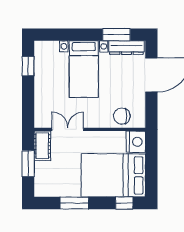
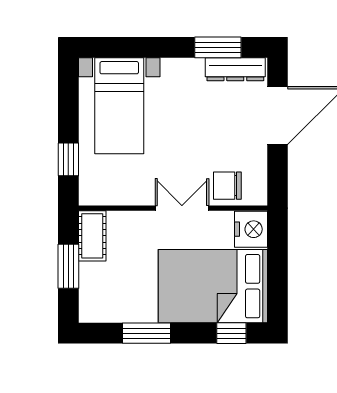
window: (28, 66) -> (68, 159), moved
bed with nightstands: (84, 69) -> (119, 106), moved
double door: (68, 129) -> (182, 208), moved

